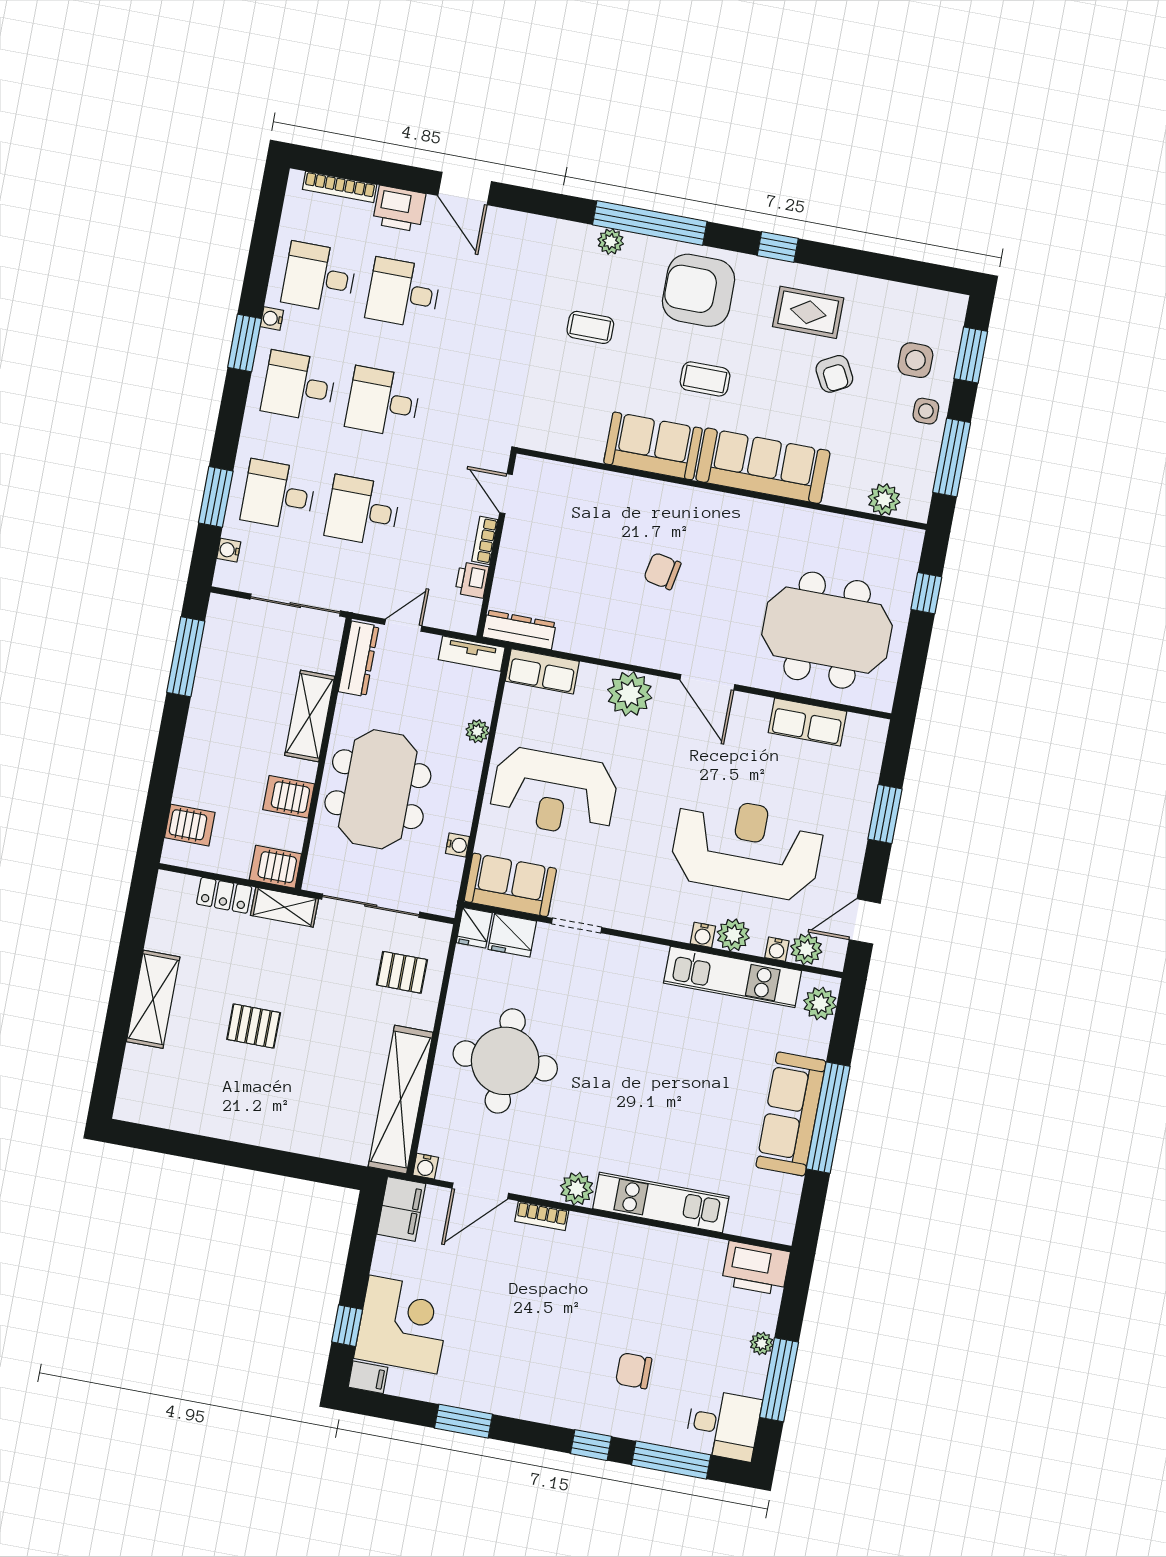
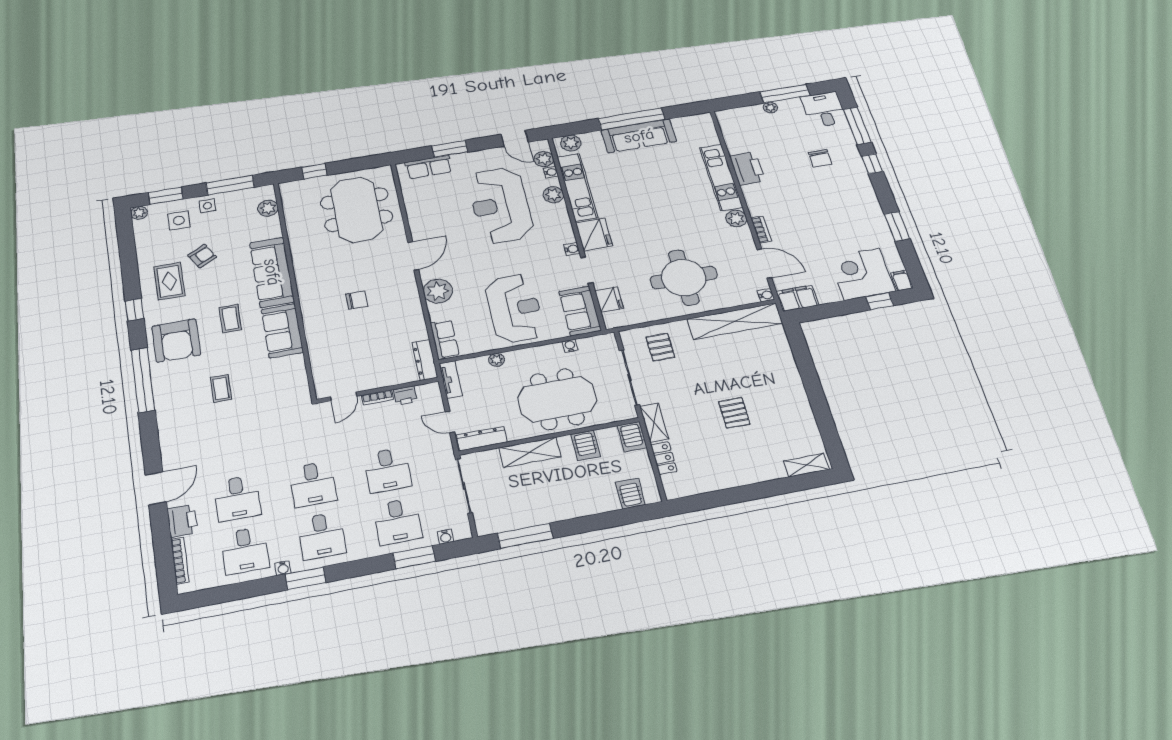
plant: (611, 242) -> (139, 213), moved
chair: (662, 571) -> (357, 300), turned -101
row of seats: (808, 722) -> (429, 167), moved, turned 90
fridge: (474, 928) -> (594, 234), moved, width x1.88, depth x1.34
water cooler: (703, 935) -> (572, 249), moved
shelving: (153, 999) -> (806, 465), moved, width x0.67, depth x0.75
printer: (756, 1268) -> (747, 168), moved

